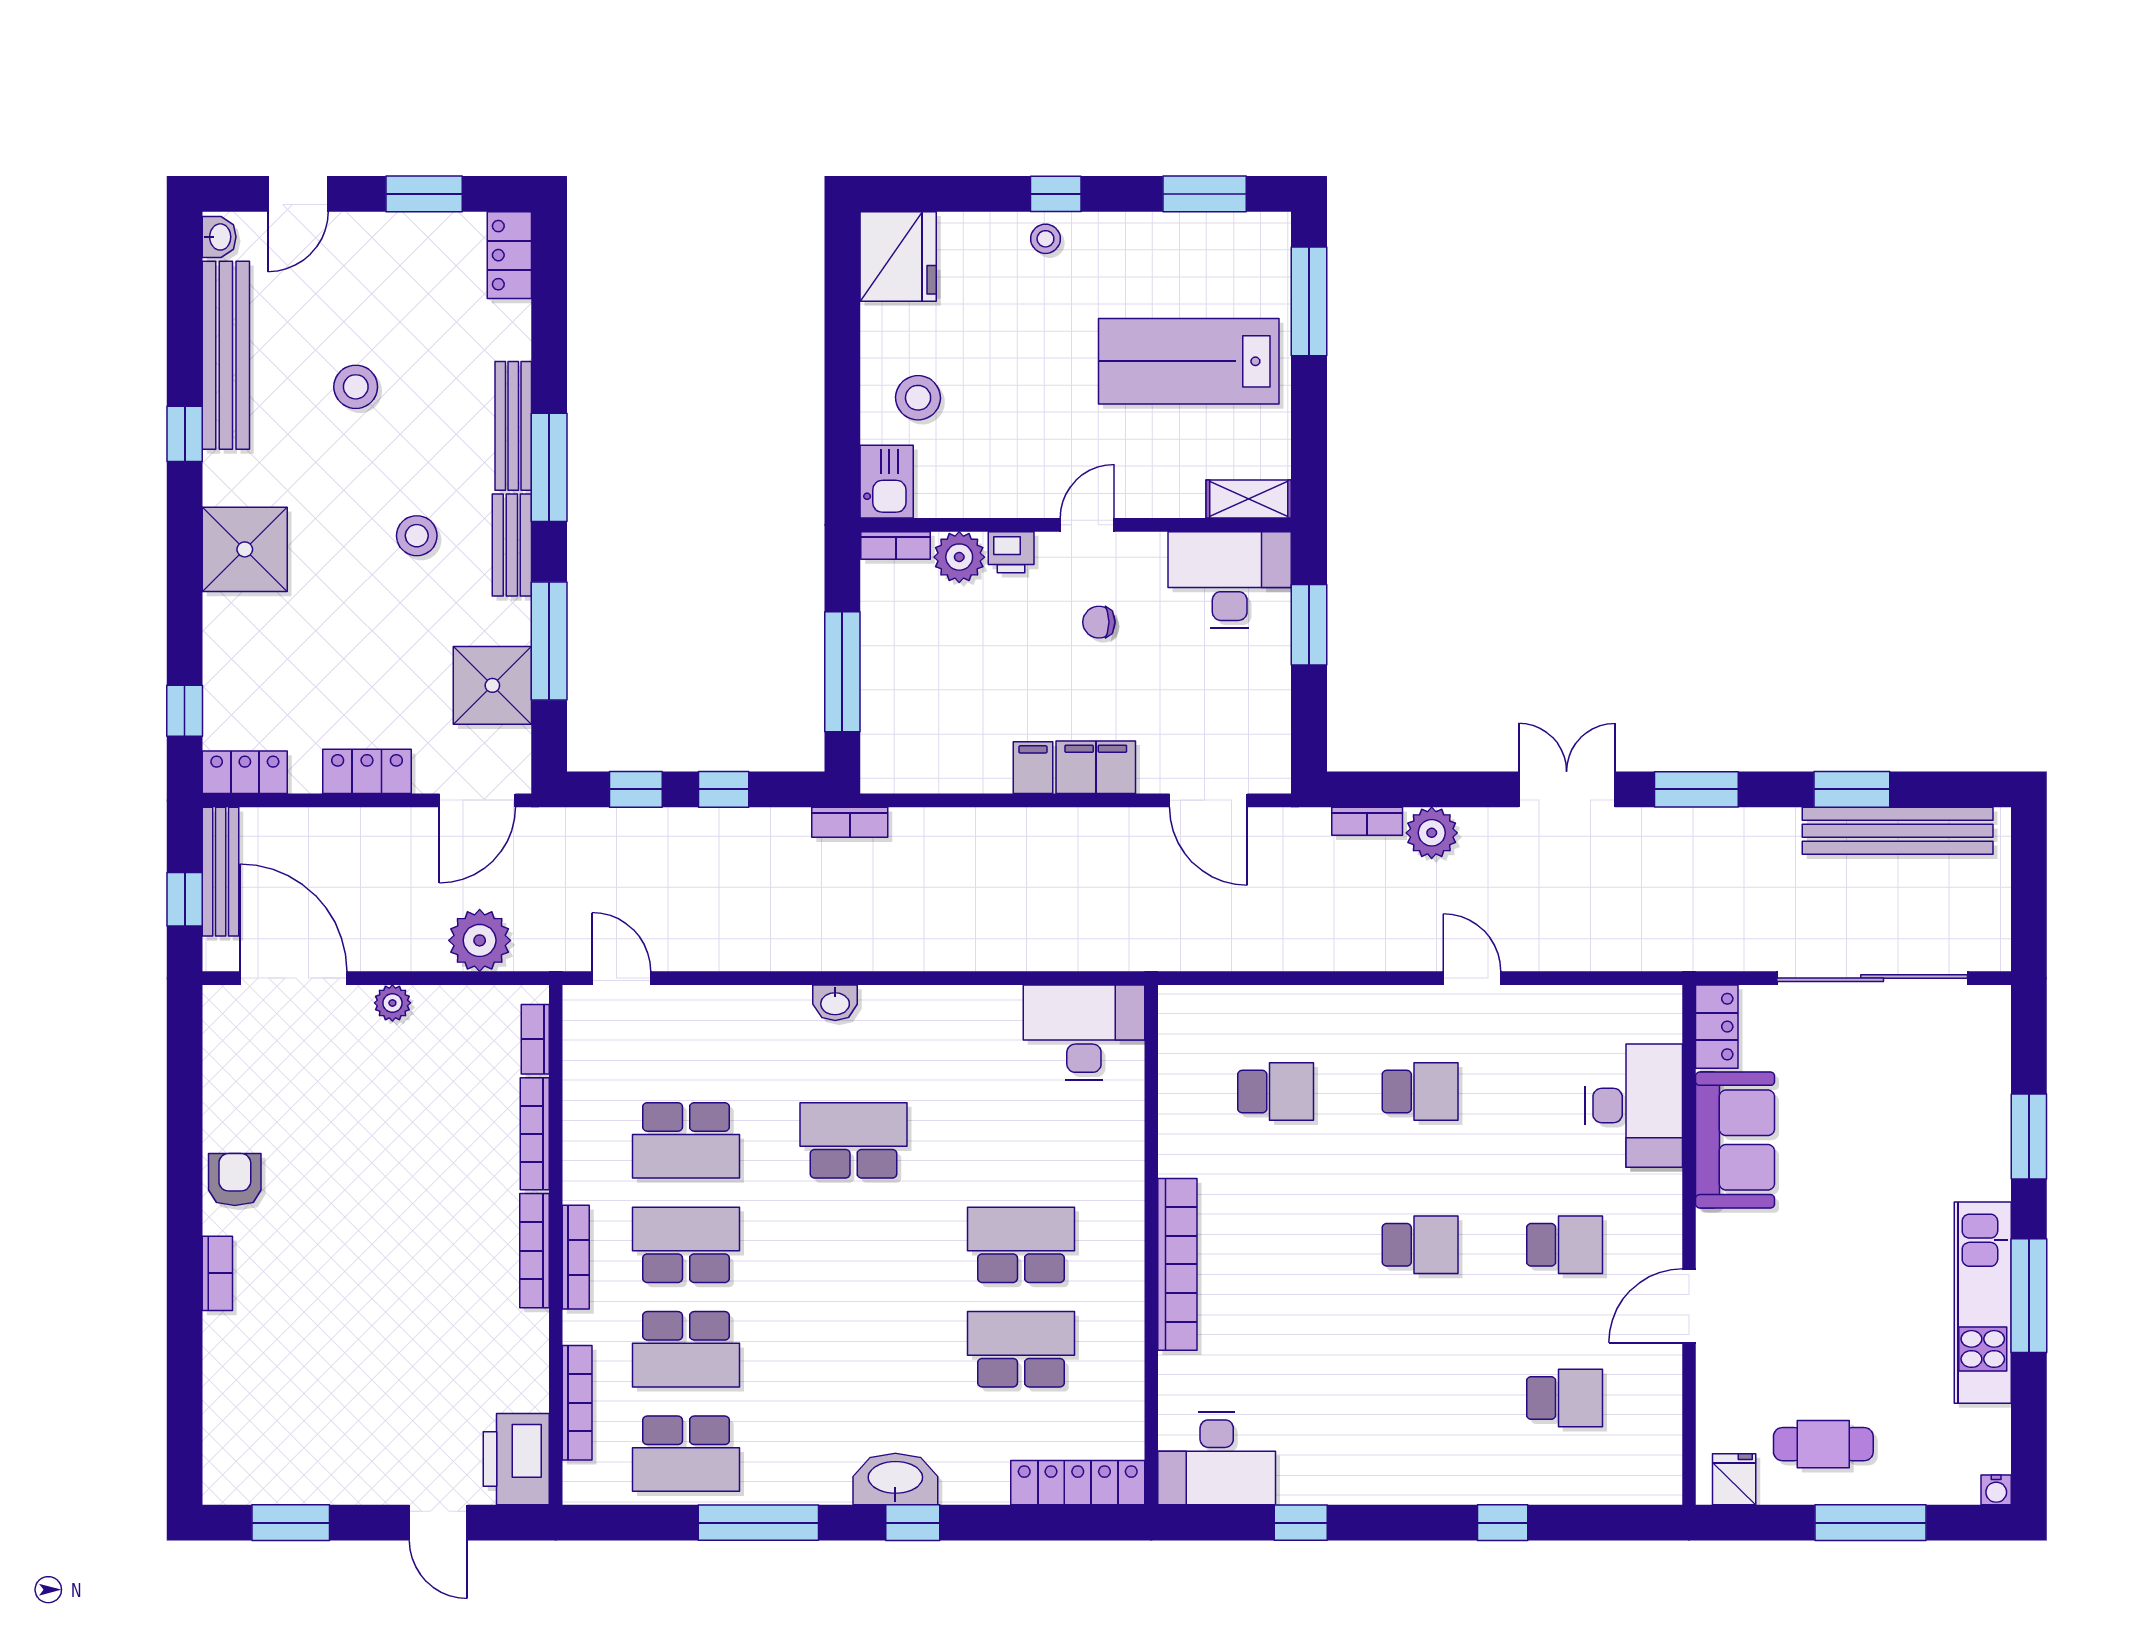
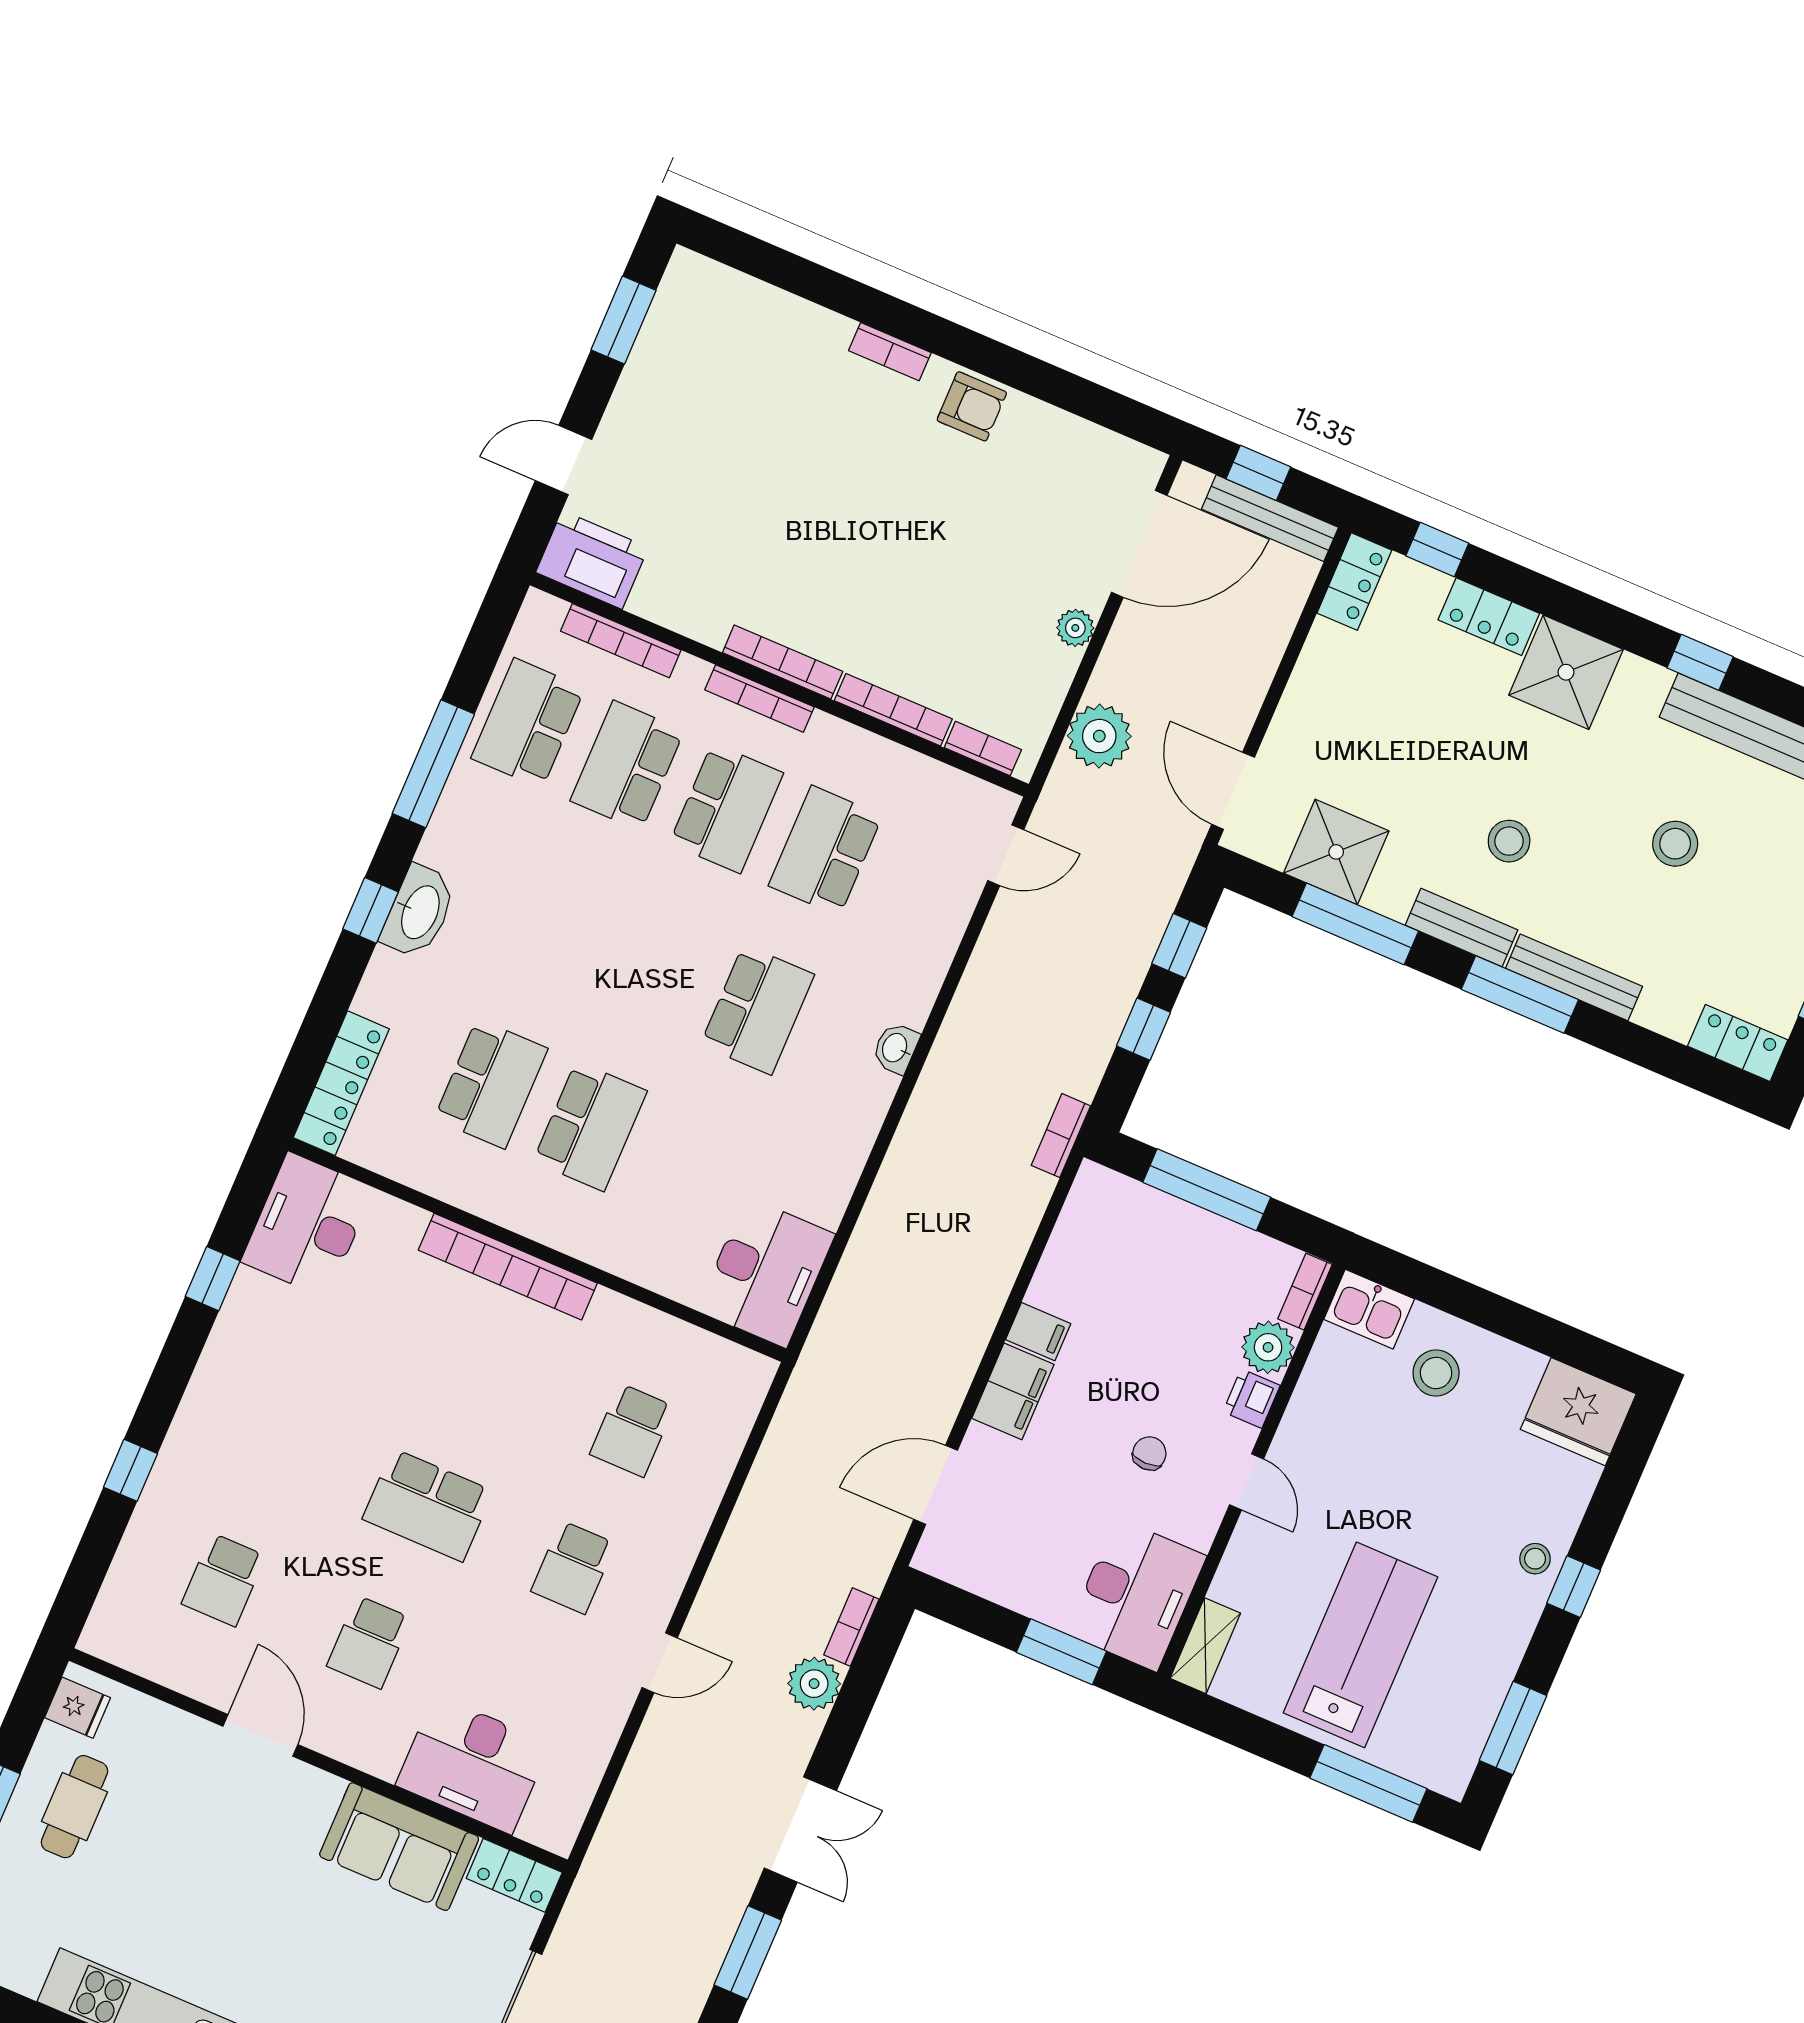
locker: (367, 771) -> (1489, 617), moved, turned 90
school desk: (1420, 1245) -> (428, 1505), width x1.85

